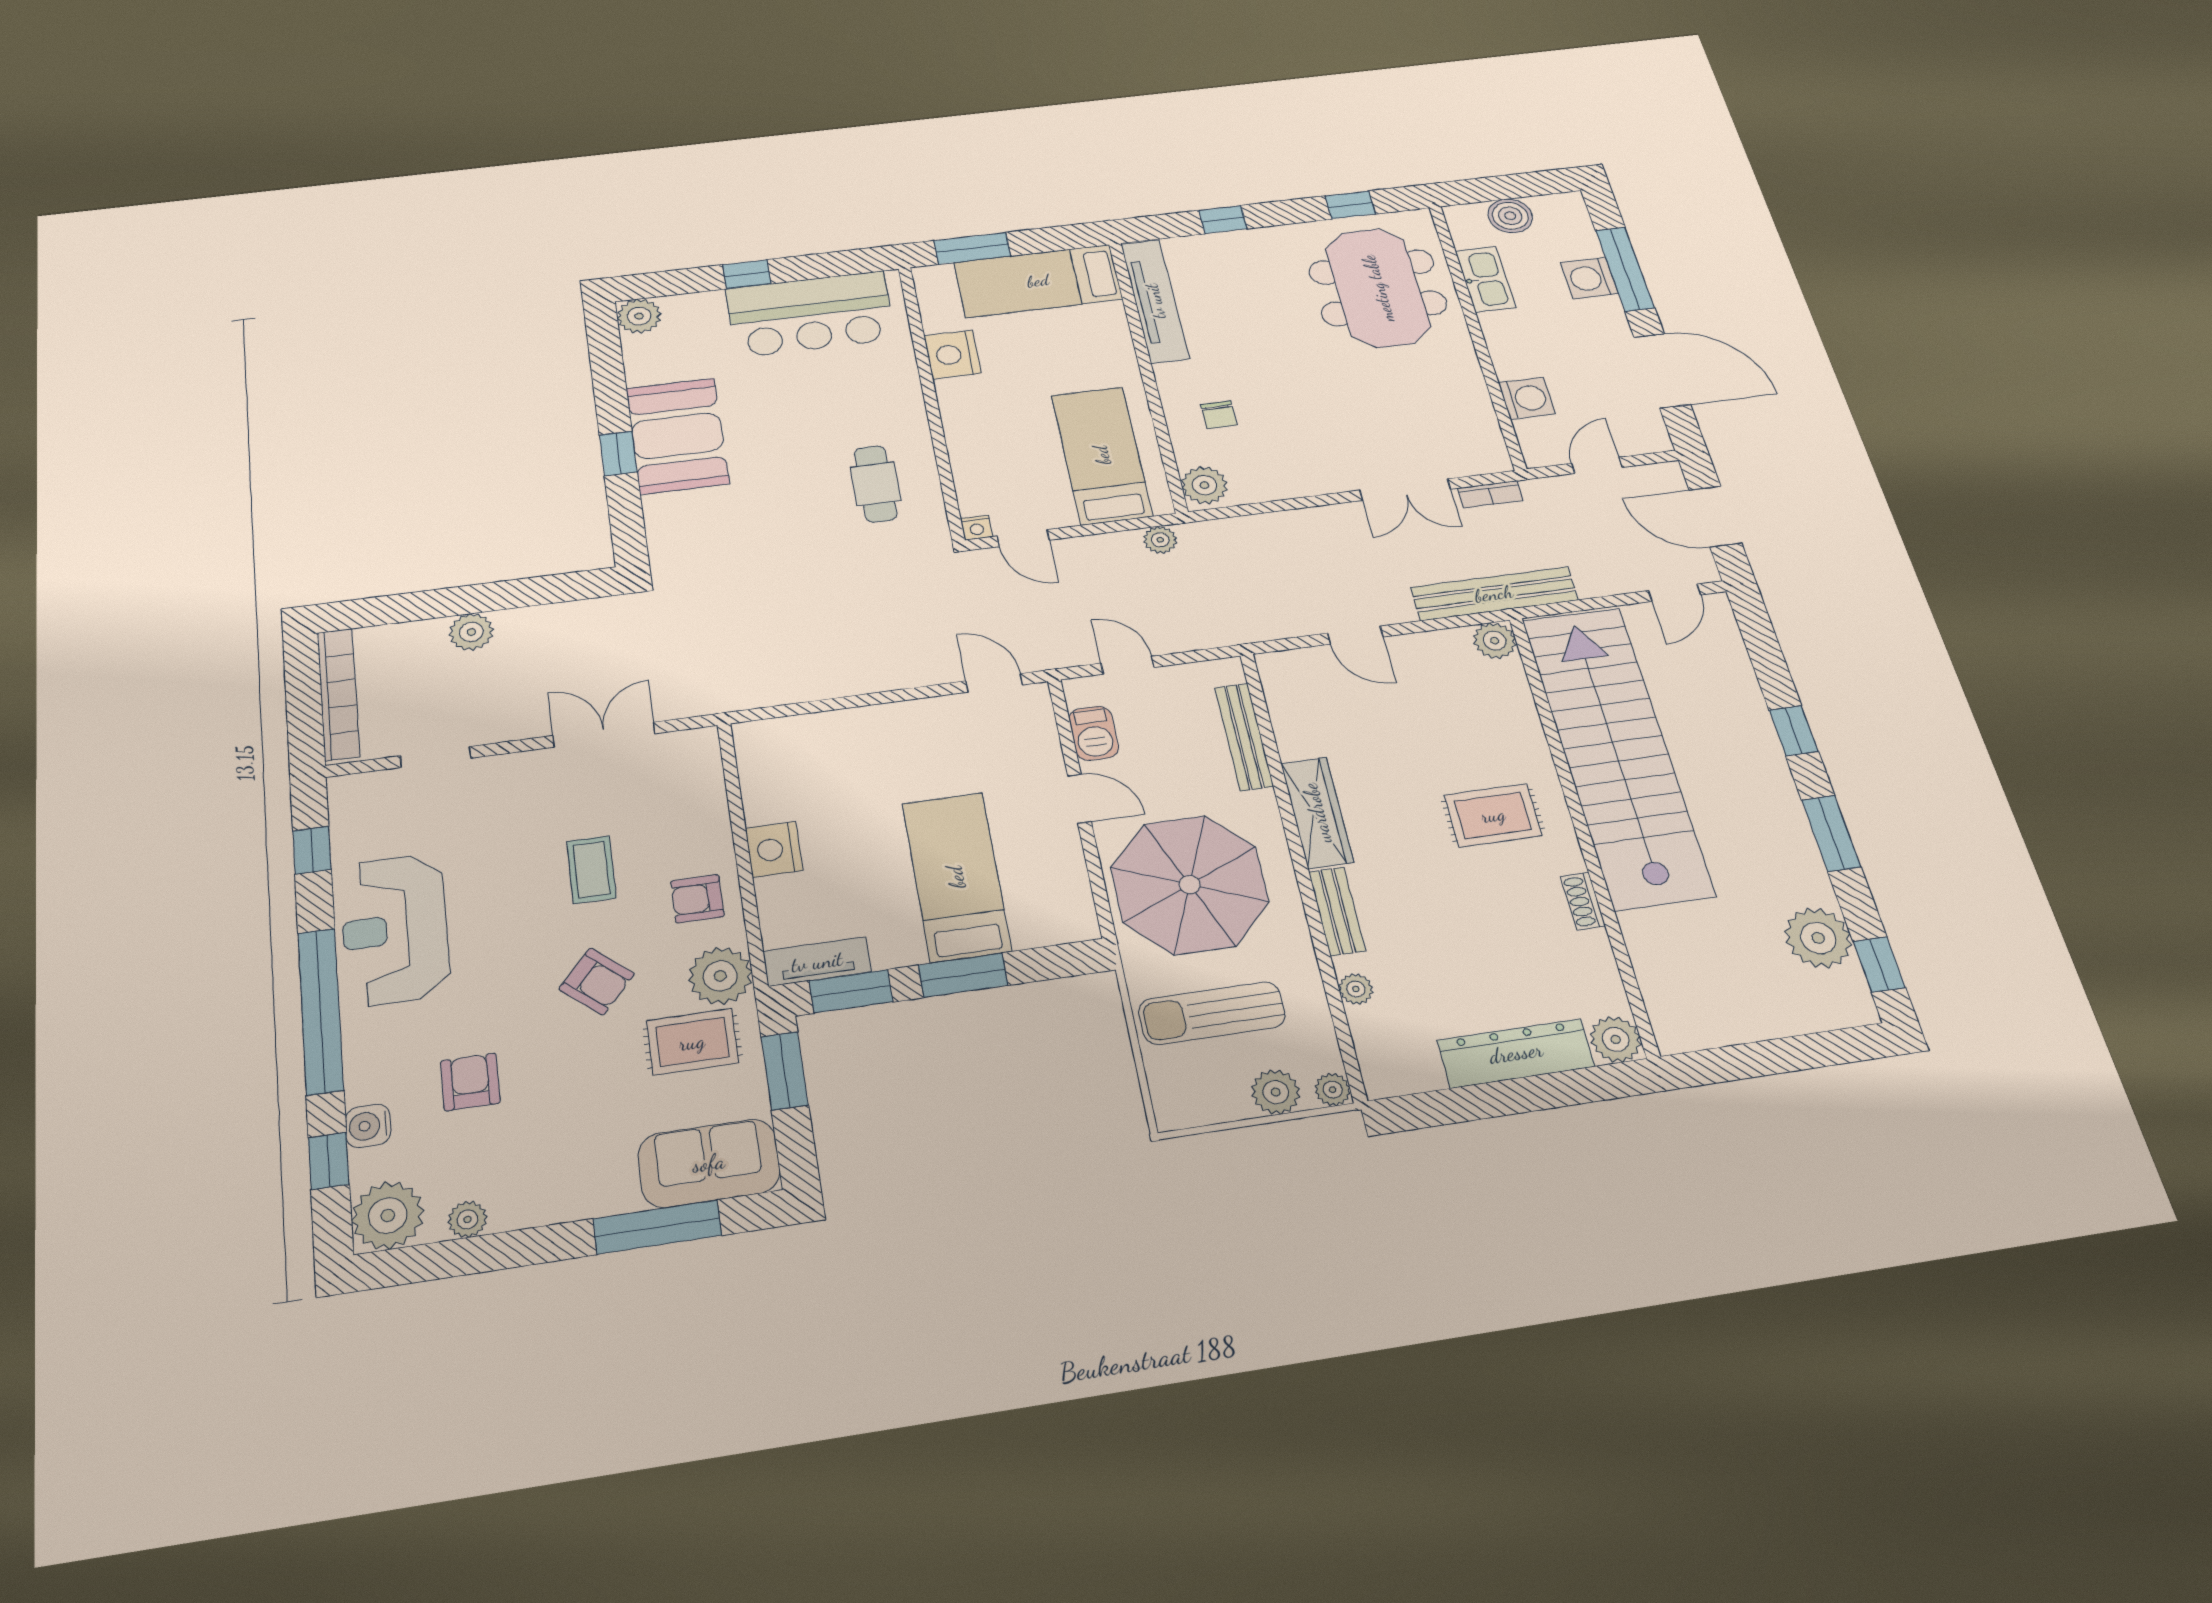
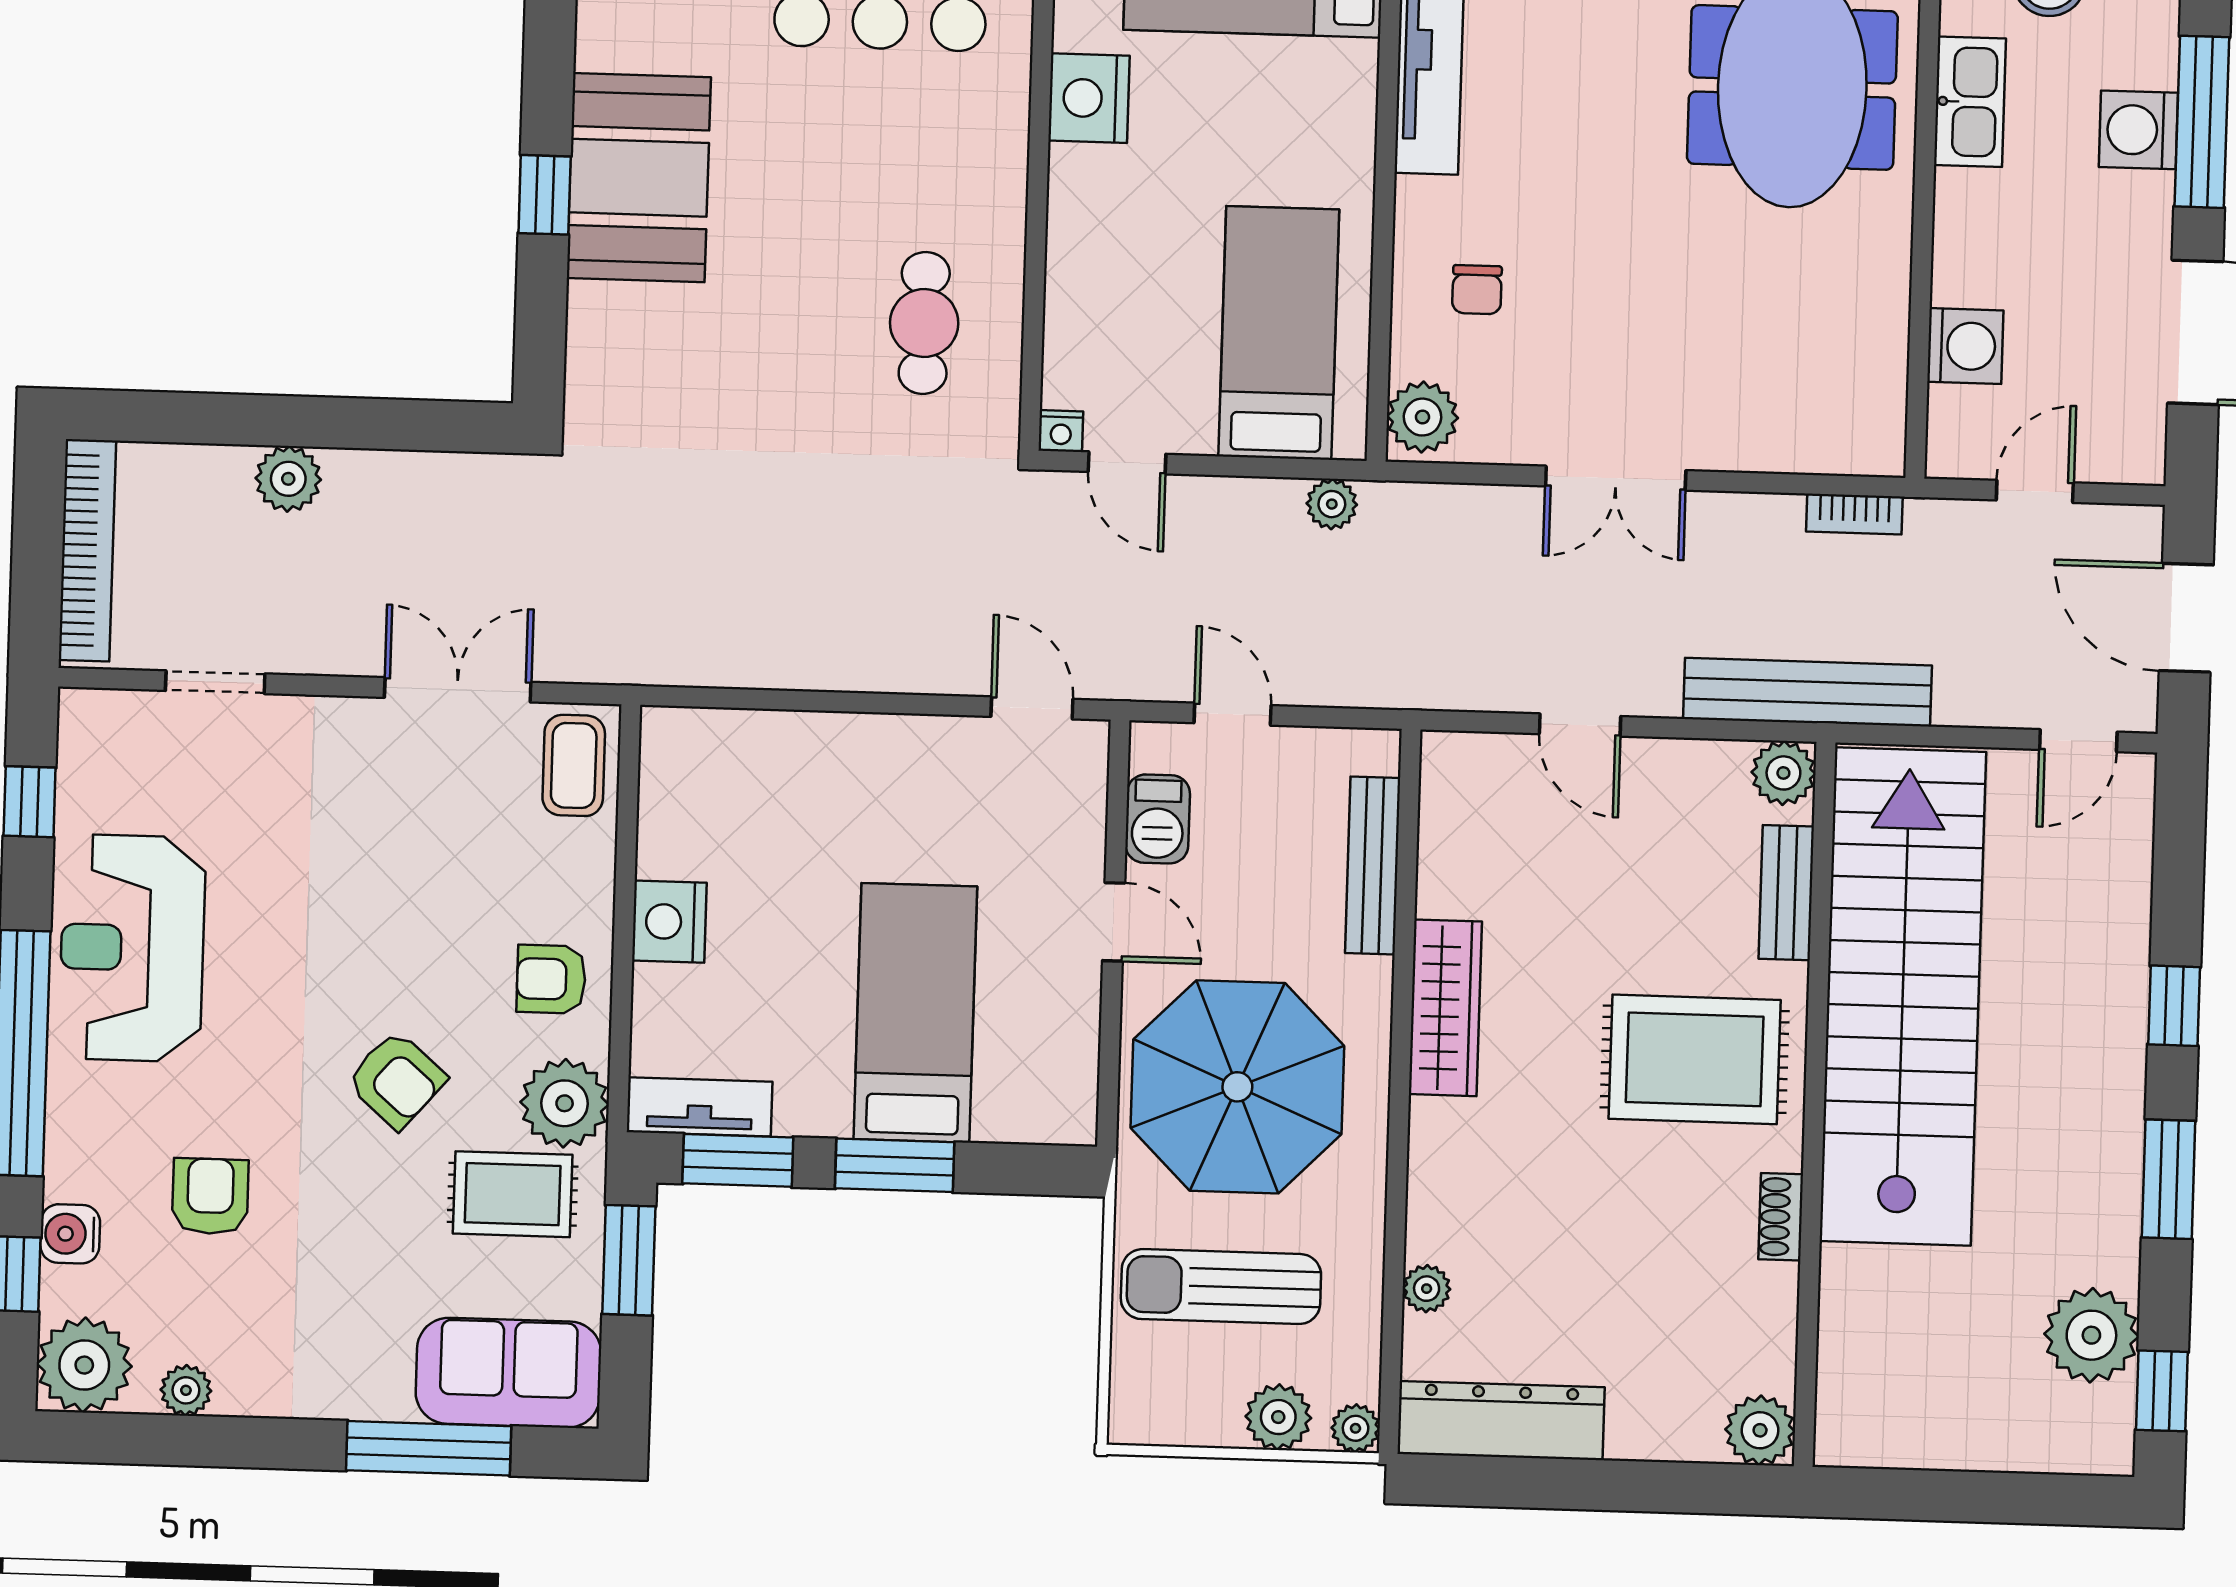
double door: (1405, 490) -> (1616, 478), moved
rug: (1493, 815) -> (1695, 1059), width x1.36, depth x1.43
coffee table: (591, 870) -> (574, 765), moved
bench: (1337, 911) -> (1786, 893), moved
dresser: (1516, 1053) -> (1501, 1421), moved

